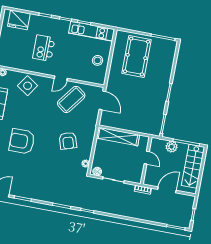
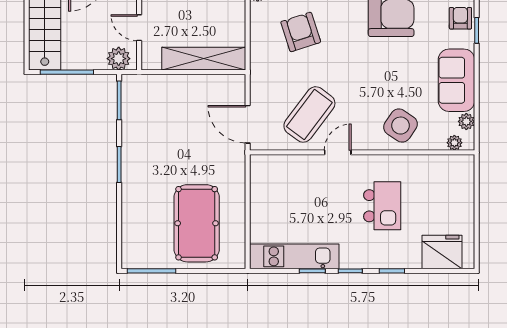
stool: (97, 60) -> (272, 201), removed
plant: (172, 147) -> (119, 59), moved

